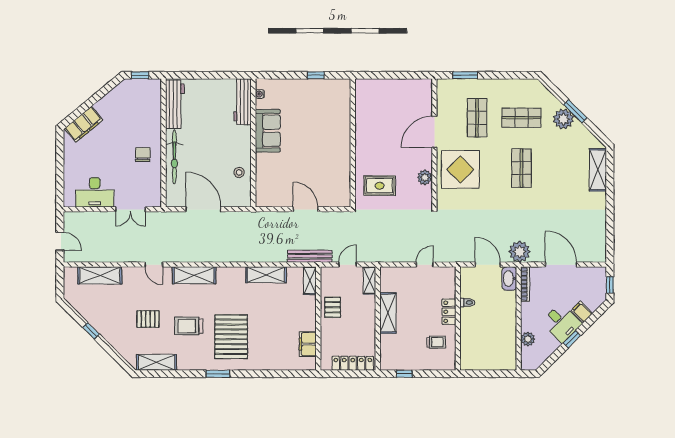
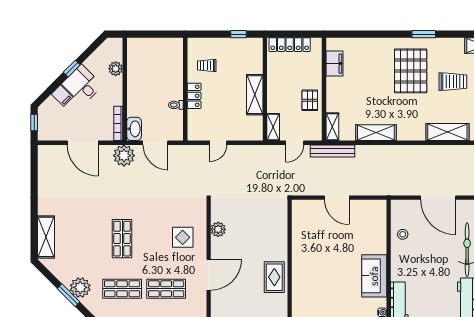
shop shelf: (477, 118) -> (166, 289), turned 90
display table: (460, 169) -> (183, 237), width x0.54, depth x0.54
rug: (380, 186) -> (274, 277), moved, turned 90

